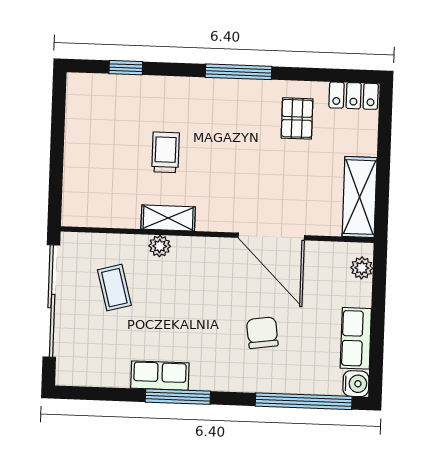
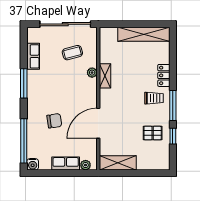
window: (126, 68) -> (173, 136), moved
locker: (354, 96) -> (164, 75), moved
shelving: (80, 130) -> (144, 34), added
trolley: (166, 152) -> (154, 98), moved
row of seats: (356, 338) -> (66, 164), moved
row of seats: (160, 376) -> (33, 56), moved

